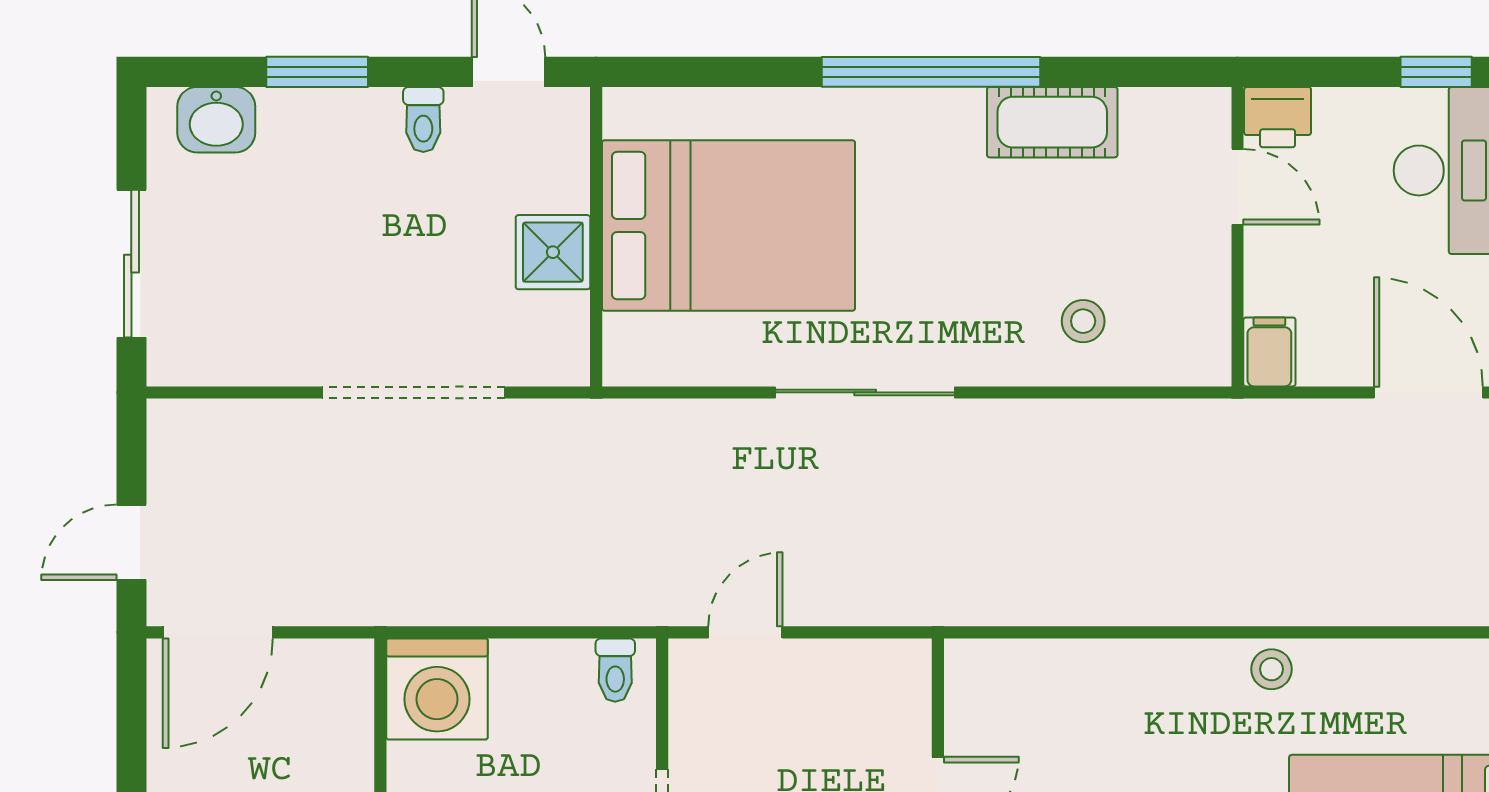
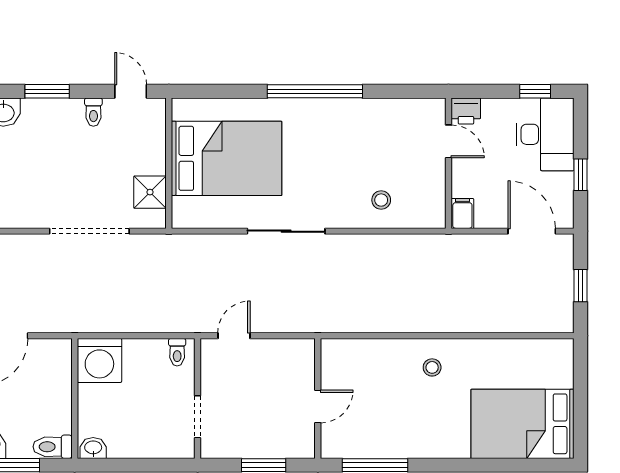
cot: (1052, 122) -> (368, 113), removed
shower: (553, 252) -> (150, 192), moved
stool: (1272, 669) -> (432, 367), moved

